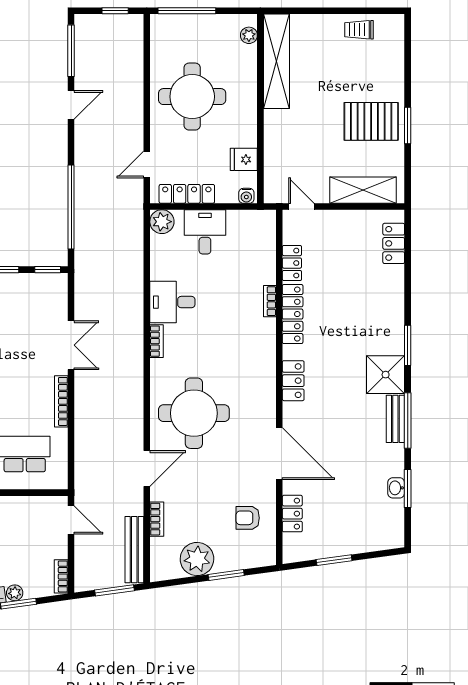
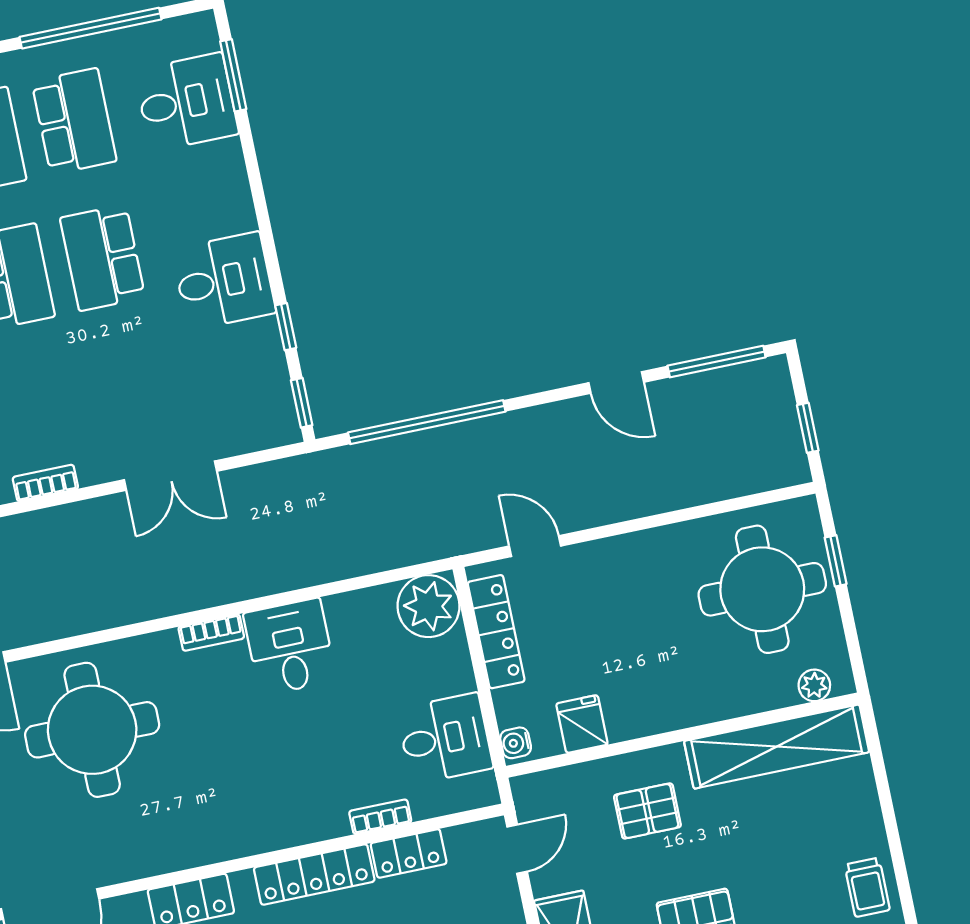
window: (187, 11) -> (836, 561), width x0.46
trolley: (359, 30) -> (867, 887), turned 180
round table: (192, 97) -> (762, 589), moved
pallet: (296, 135) -> (647, 811), added
plant: (162, 222) -> (429, 606), width x1.36, depth x1.36
desk: (205, 232) -> (445, 738), moved
bookcase: (270, 301) -> (380, 817), moved
bookcase: (61, 401) -> (45, 483), width x0.64

